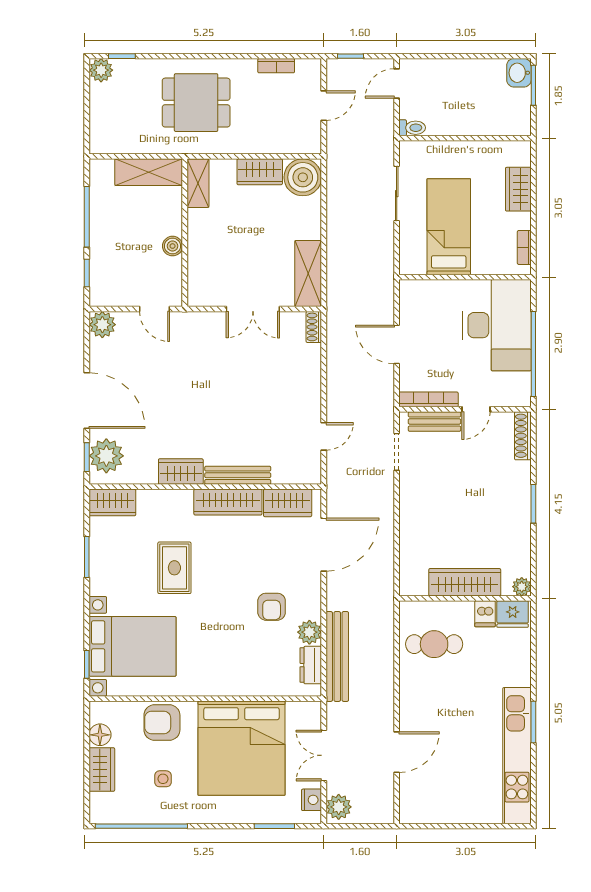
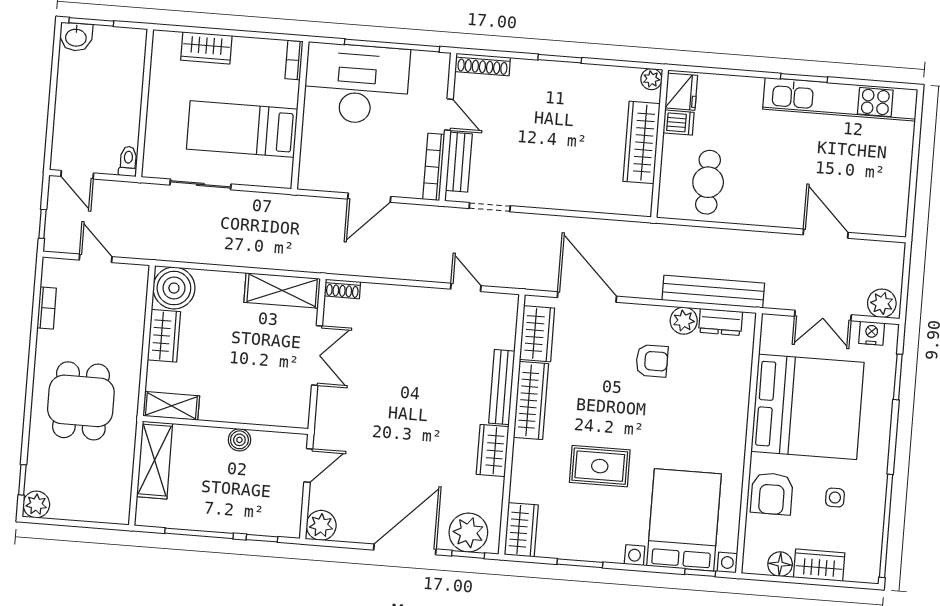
bookcase: (524, 247) -> (294, 60), moved, turned 90

